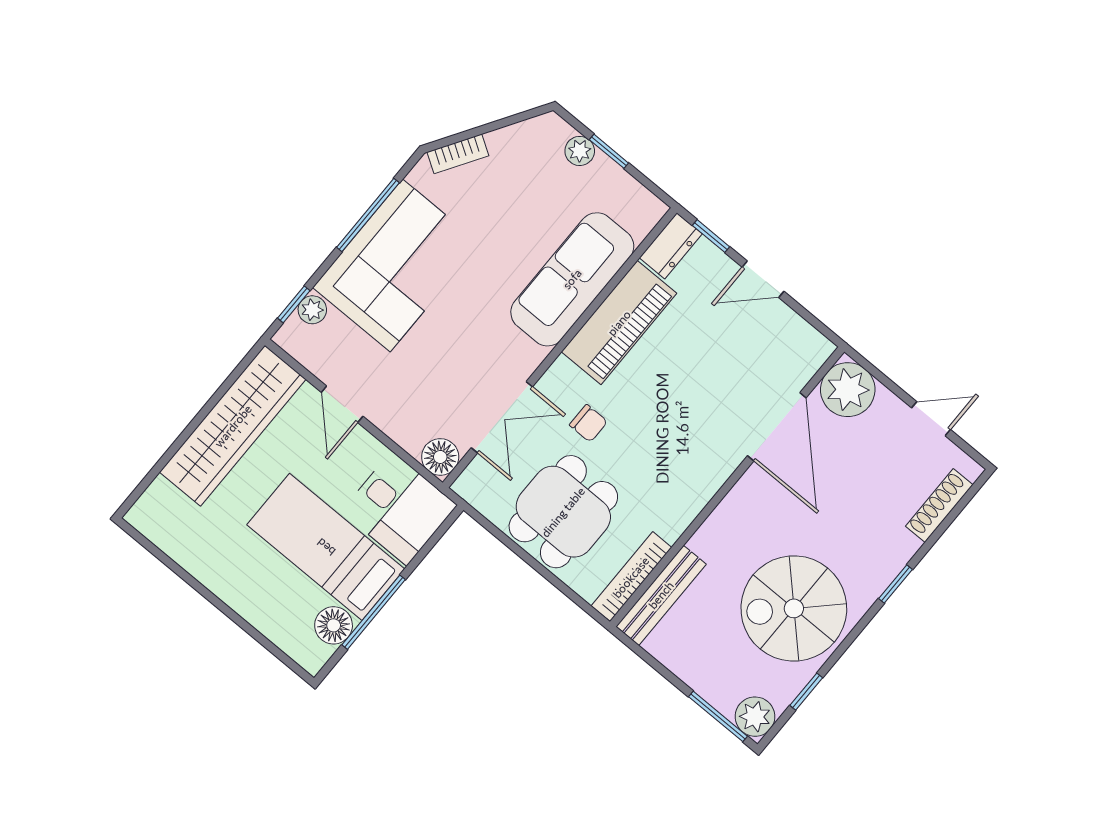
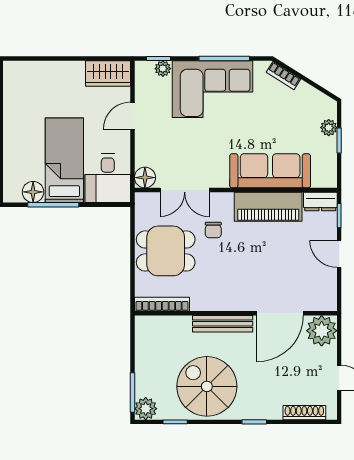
wardrobe: (233, 426) -> (108, 74), width x0.48, depth x0.85
bench: (661, 595) -> (223, 324), moved

